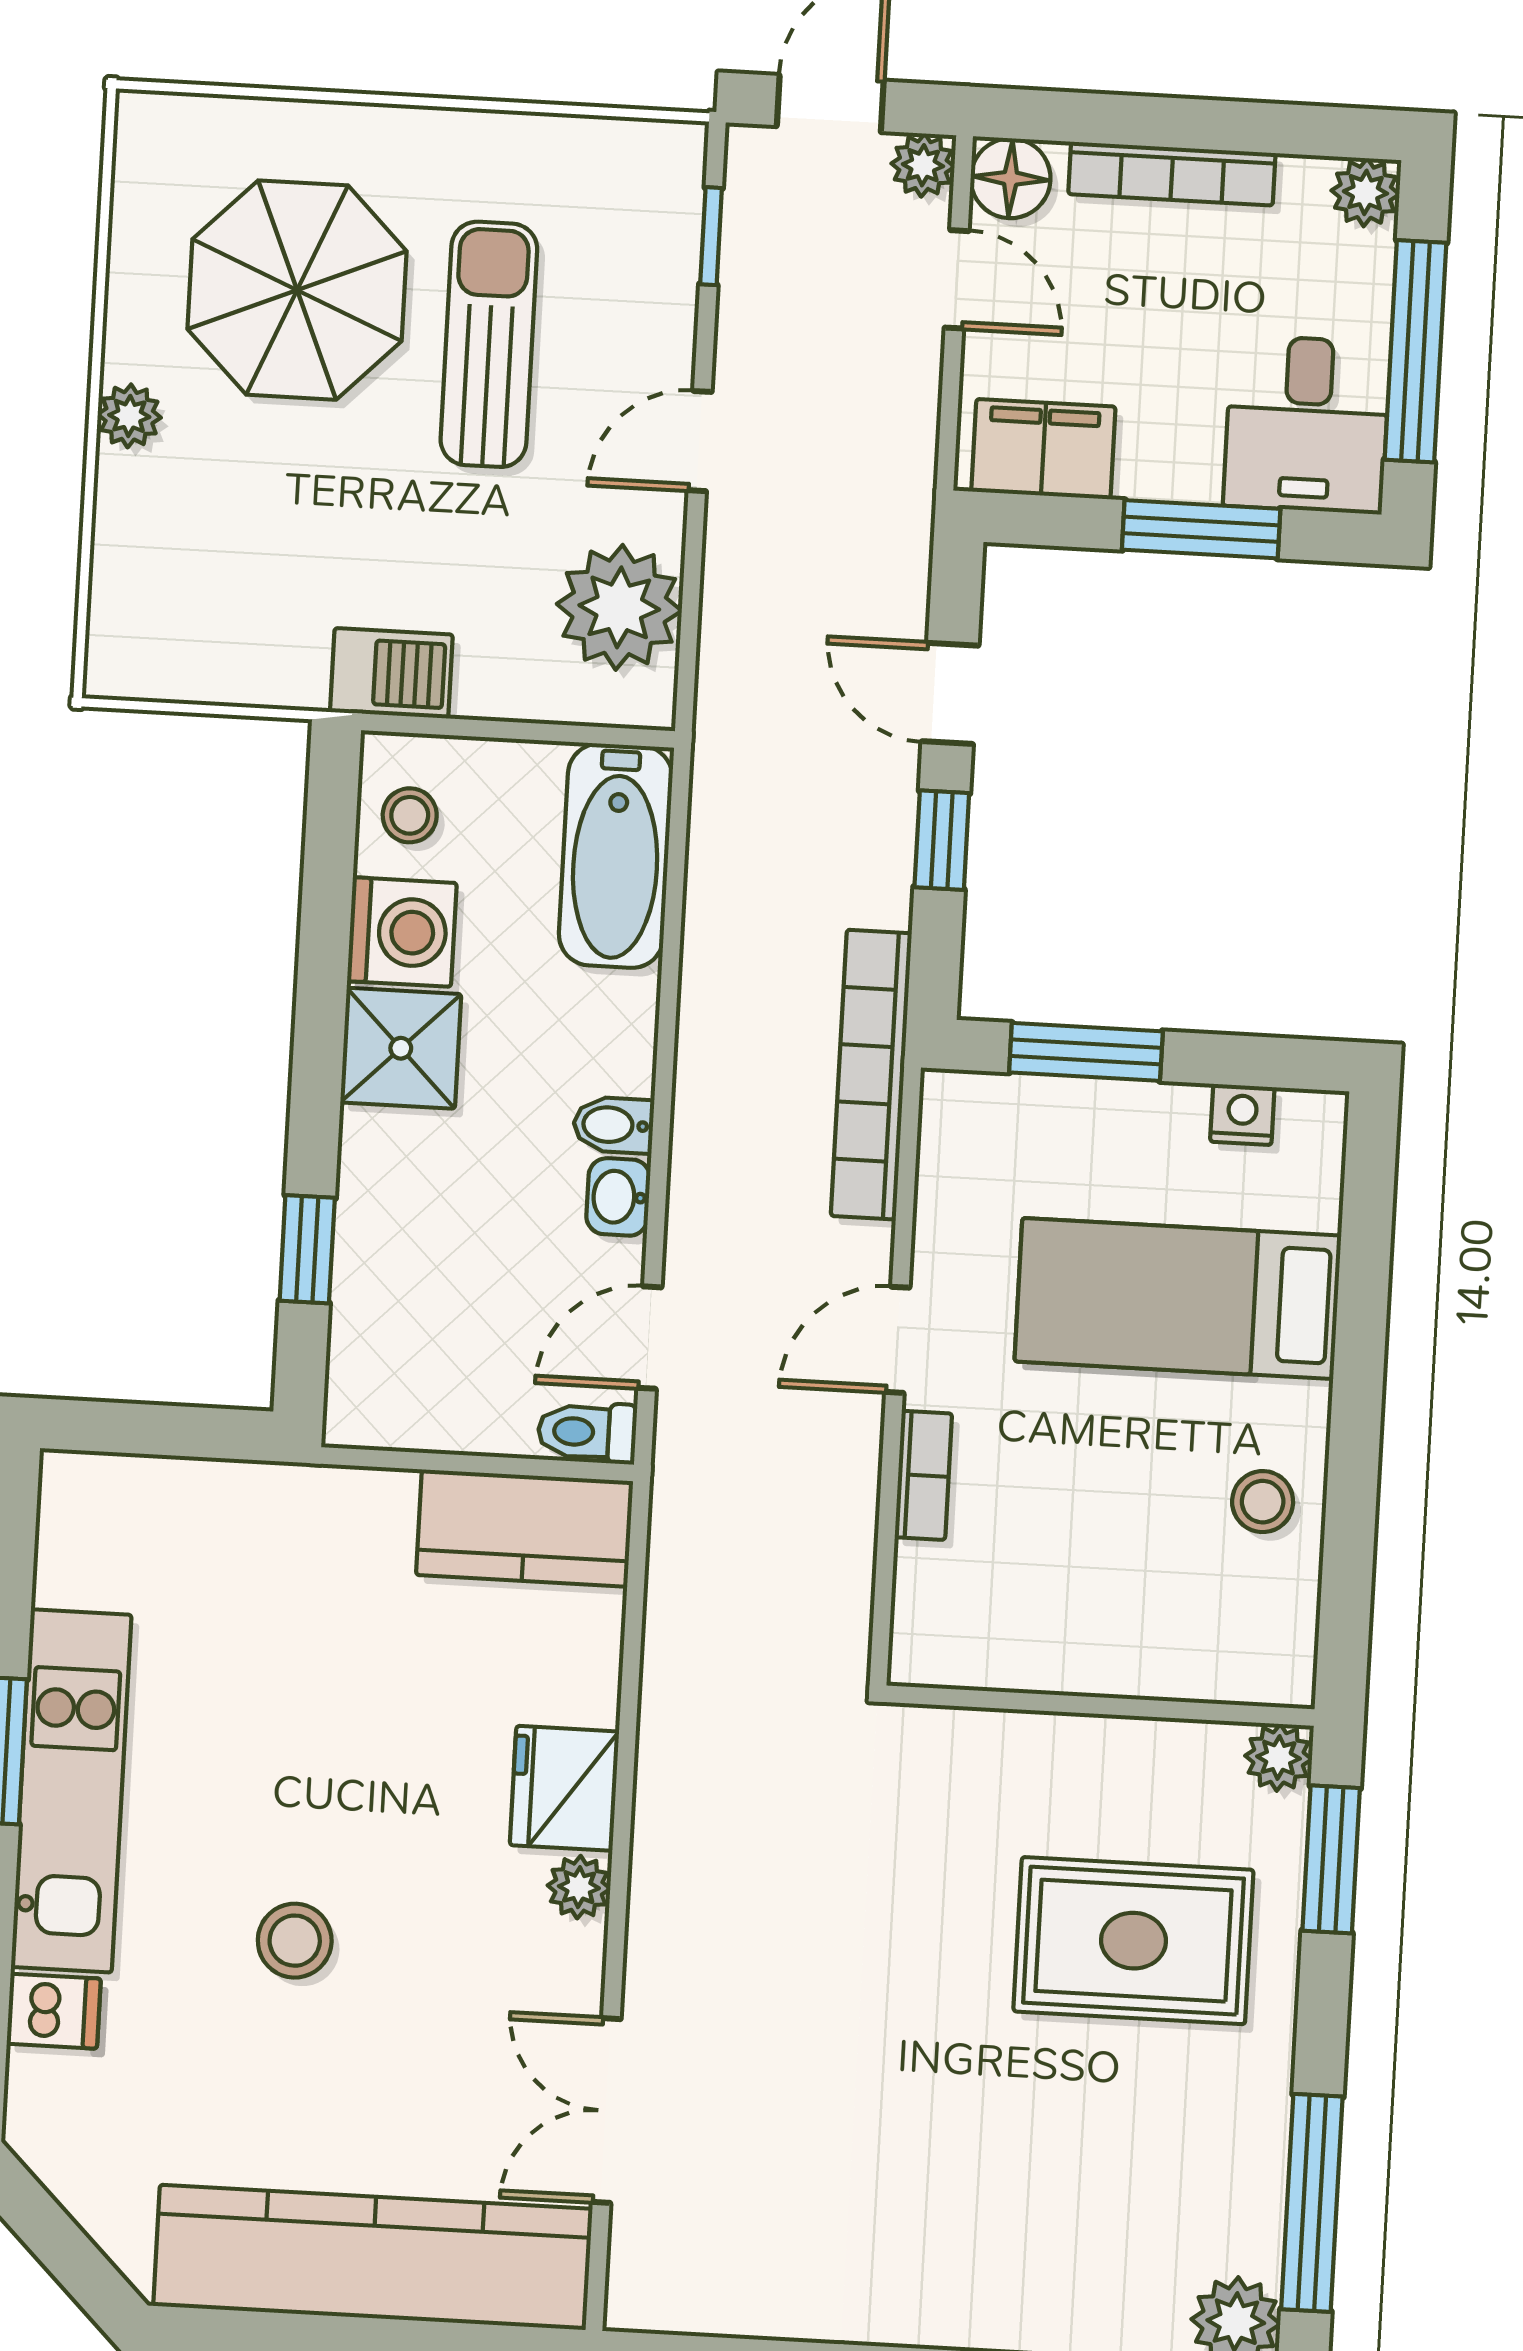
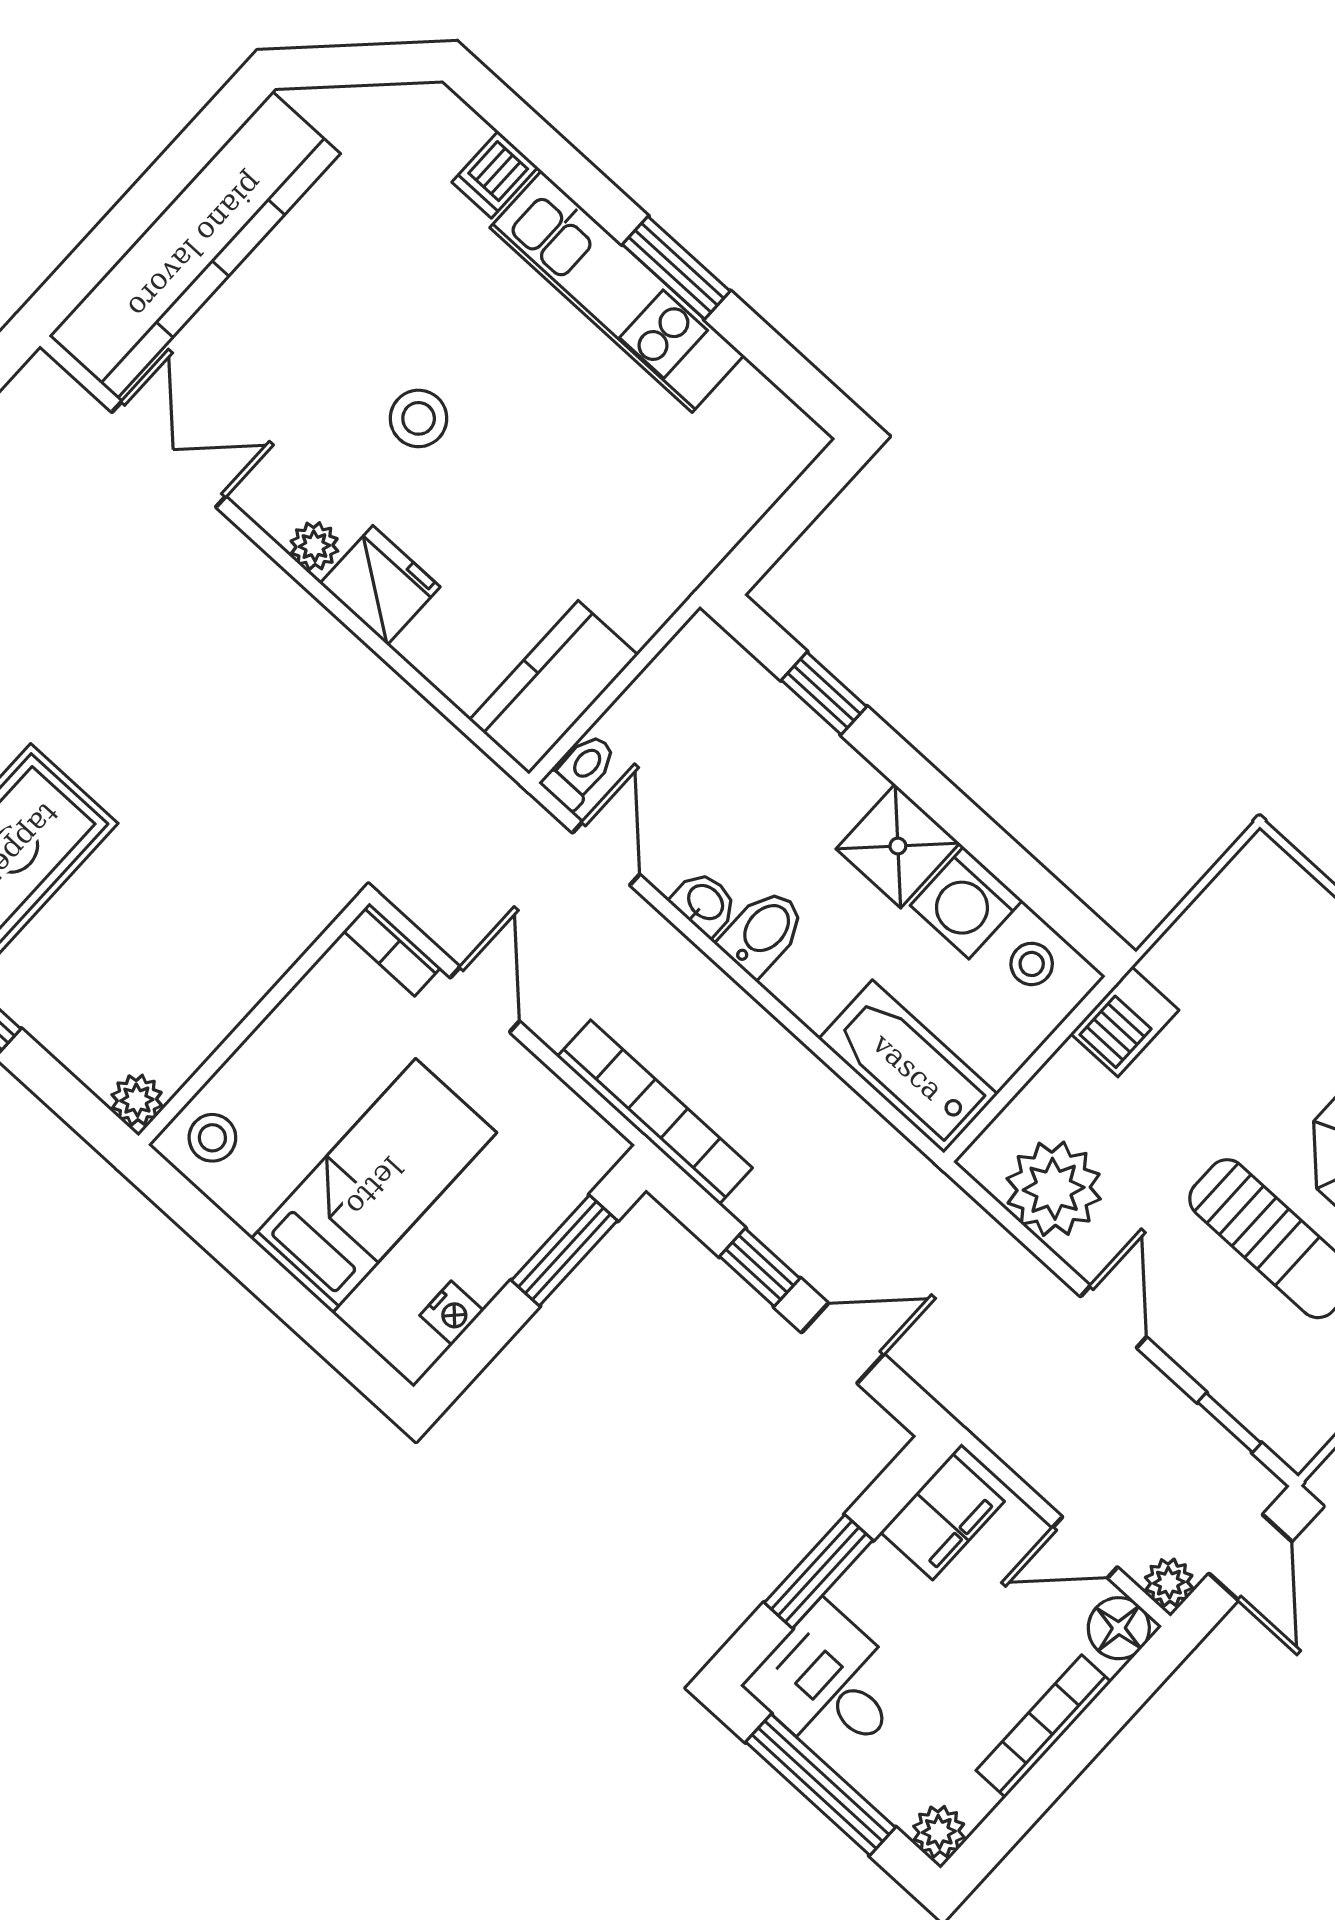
bidet: (613, 1125) -> (763, 932), width x1.38, depth x1.36
wall: (1100, 1706) -> (254, 1019), moved
plant: (1278, 1758) -> (137, 1100), moved
stool: (295, 1941) -> (419, 418), moved

